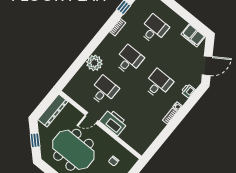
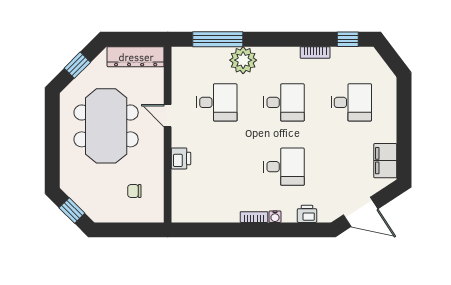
window: (75, 67) -> (218, 39), added
printer: (114, 122) -> (181, 158), width x0.53, depth x0.68

